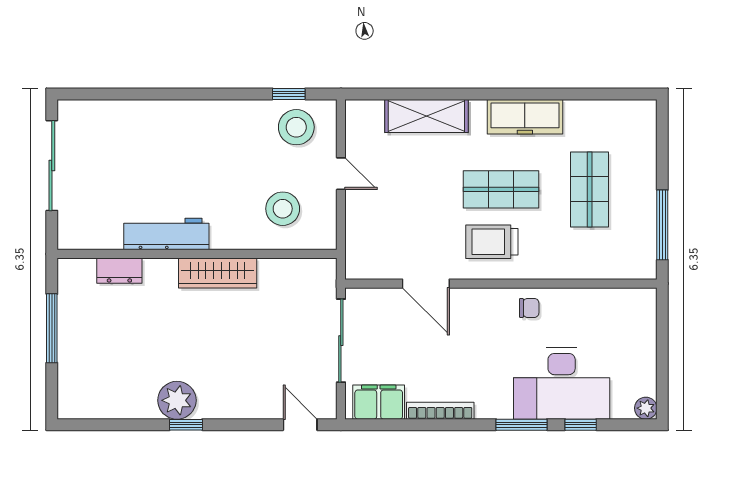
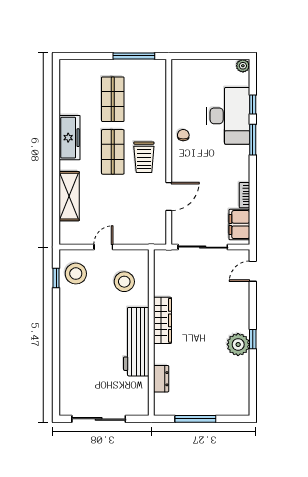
shop shelf: (590, 189) -> (113, 99), turned 90
workbench: (166, 234) -> (136, 342), width x1.36, depth x1.32
bookcase: (440, 411) -> (244, 195), width x0.64

